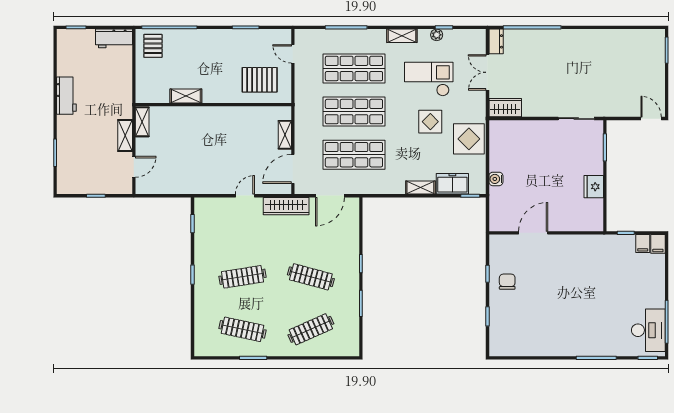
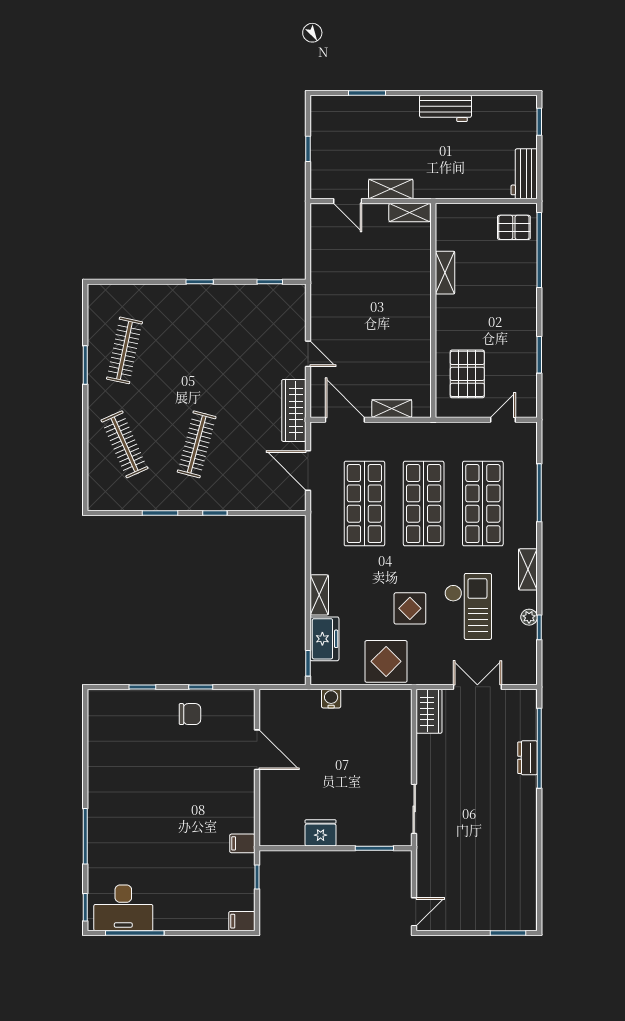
dresser: (496, 41) -> (528, 758), moved, turned 90
filing cabinet: (643, 244) -> (242, 843), moved
clothes rail: (242, 277) -> (197, 350), removed

